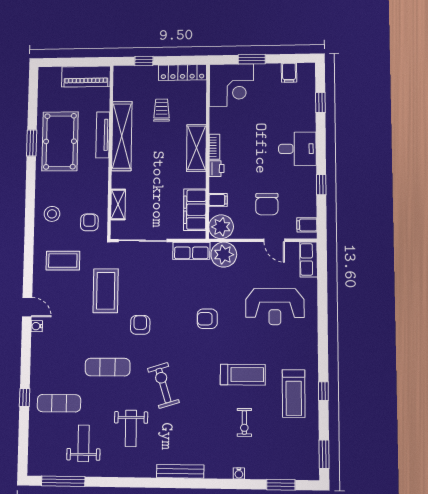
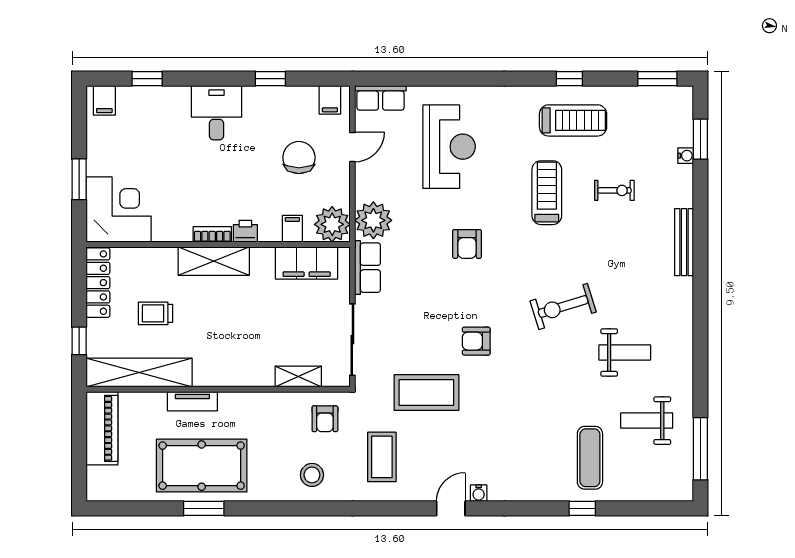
filing cabinet: (289, 73) -> (104, 100), moved, turned 90
tv unit: (103, 135) -> (192, 401), width x0.71
shelving: (122, 136) -> (139, 372), moved
chair: (267, 204) -> (299, 158), turned -90
armchair: (89, 222) -> (325, 419), turned -90
exercise mat: (108, 367) -> (537, 388), removed
bench: (180, 471) -> (684, 242), moved
water cooler: (239, 473) -> (686, 156), moved

